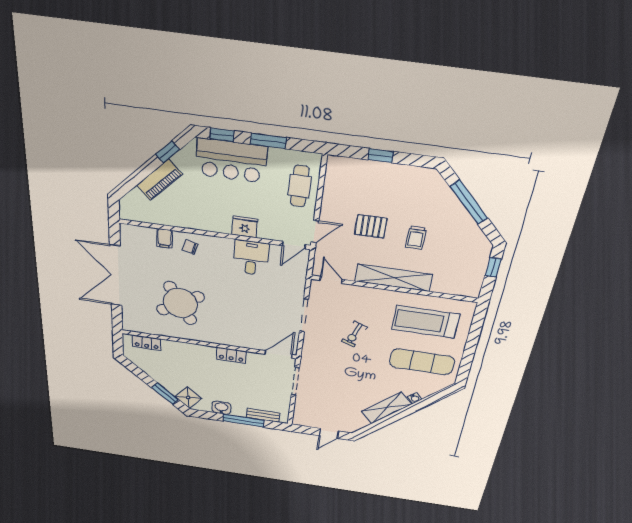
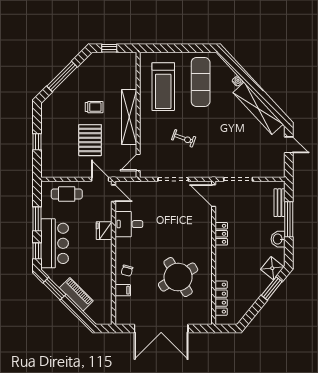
window: (168, 152) -> (54, 289), width x1.50
pallet: (371, 226) -> (90, 140), width x1.50, depth x1.42
locker: (147, 343) -> (221, 298), width x1.53
shelving: (386, 408) -> (258, 108), width x1.47

